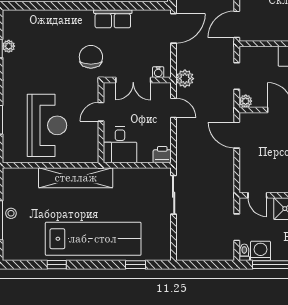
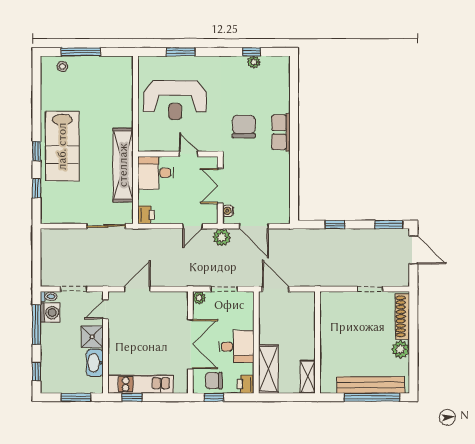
row of seats: (113, 19) -> (281, 132), moved
door: (174, 28) -> (254, 226), moved
chair: (91, 57) -> (244, 126), moved, turned -90
door: (237, 135) -> (137, 289), moved
shelving: (76, 178) -> (123, 165), moved
stool: (11, 213) -> (62, 66), moved
lab bench: (93, 239) -> (62, 146), width x0.73
window: (57, 265) -> (36, 151), moved

